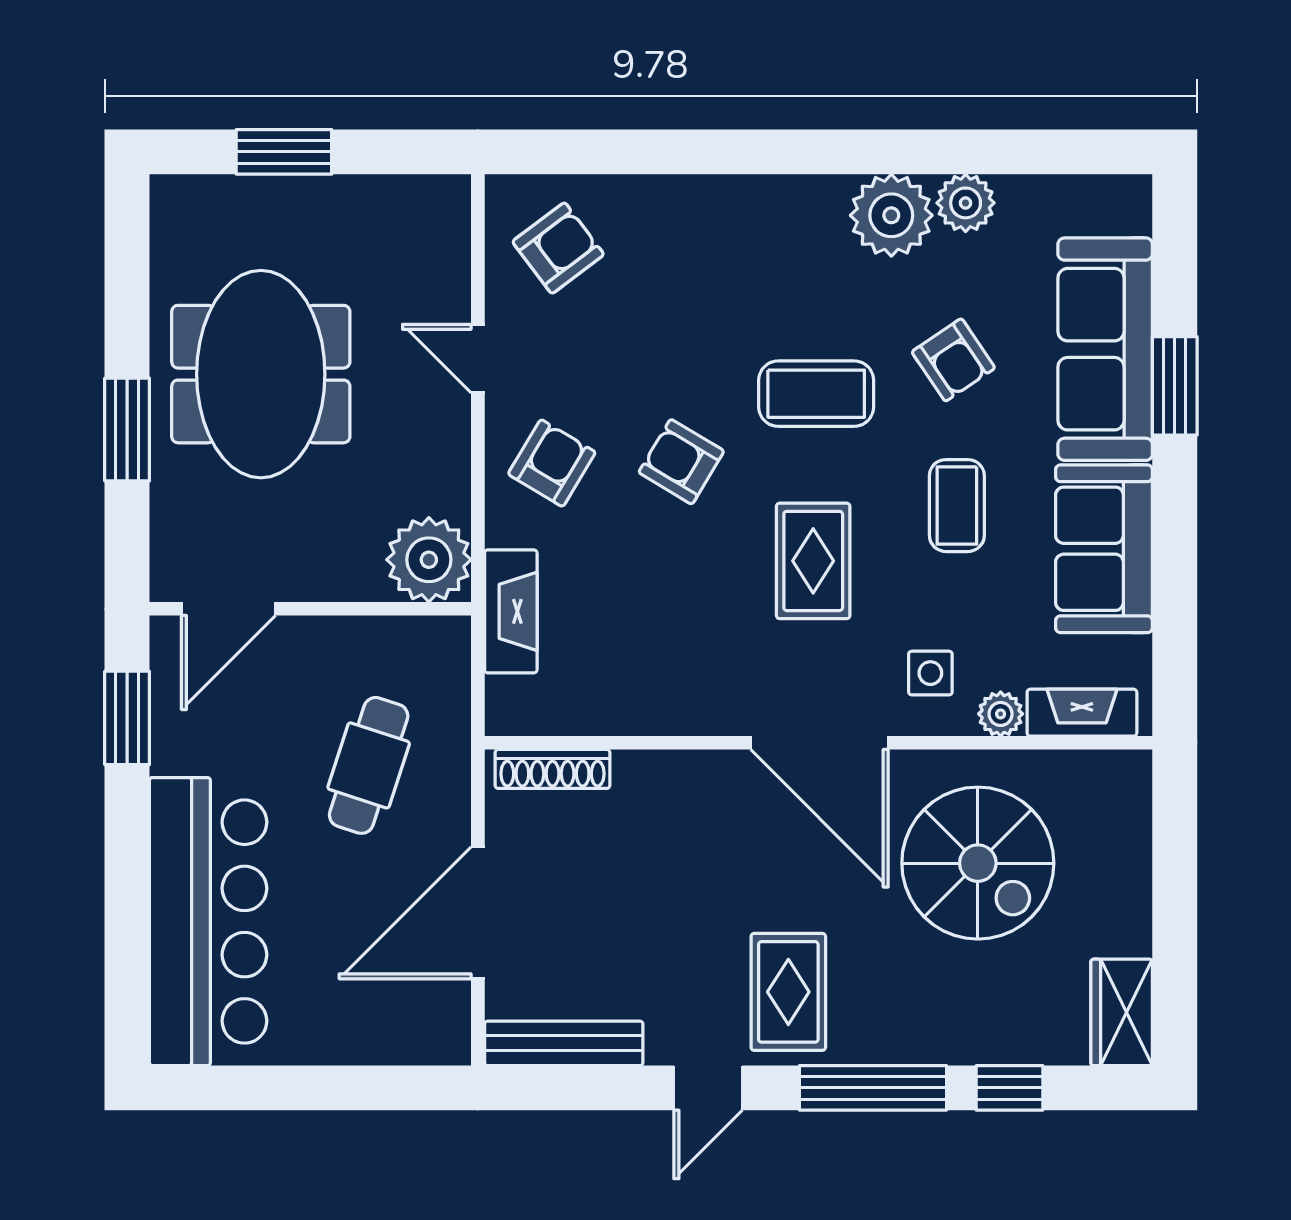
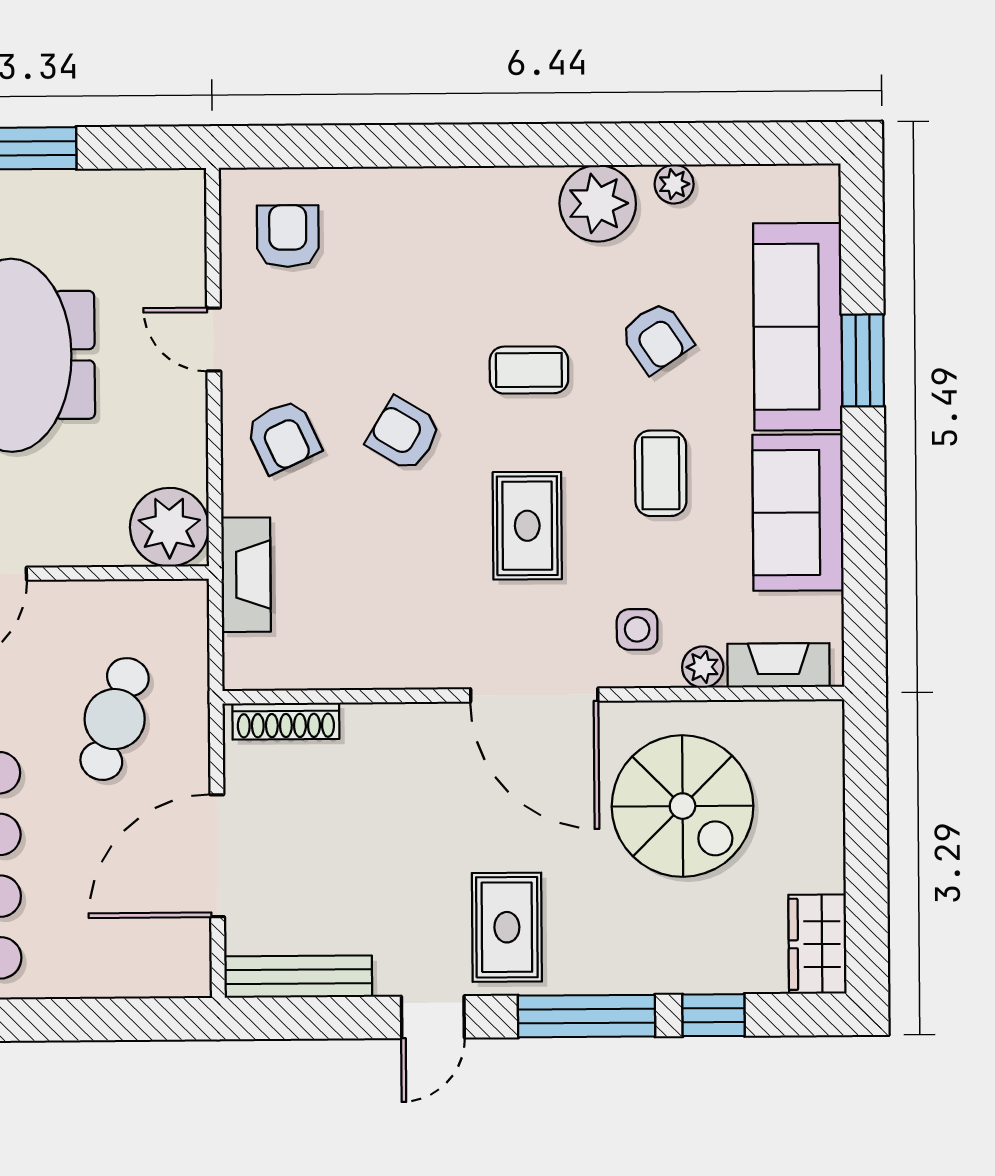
plant: (966, 203) -> (674, 184), width x0.73, depth x0.73
armchair: (558, 248) -> (288, 236), turned -53
coffee table: (816, 394) -> (529, 370), width x0.73, depth x0.77
armchair: (552, 463) -> (283, 436), turned 124

